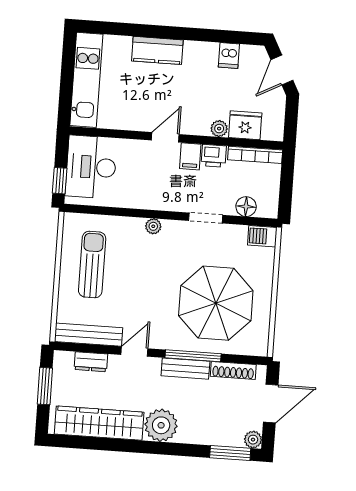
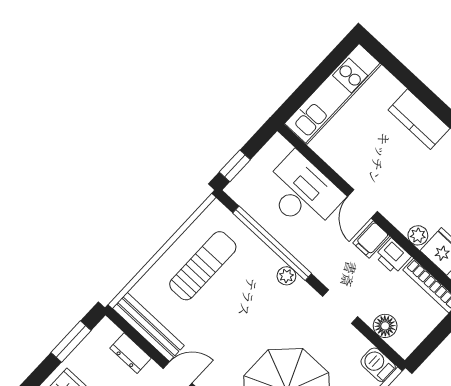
door: (165, 137) -> (363, 204), swing flipped
desk: (91, 167) -> (302, 193), moved, turned 90
window: (126, 212) -> (272, 243), added

